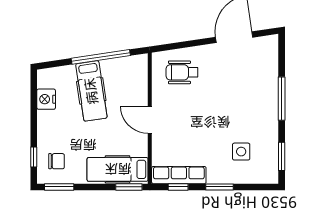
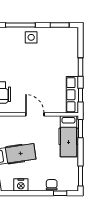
door: (150, 120) -> (35, 114), swing flipped
side table: (241, 152) -> (31, 37), moved
chair: (56, 161) -> (52, 185), moved

